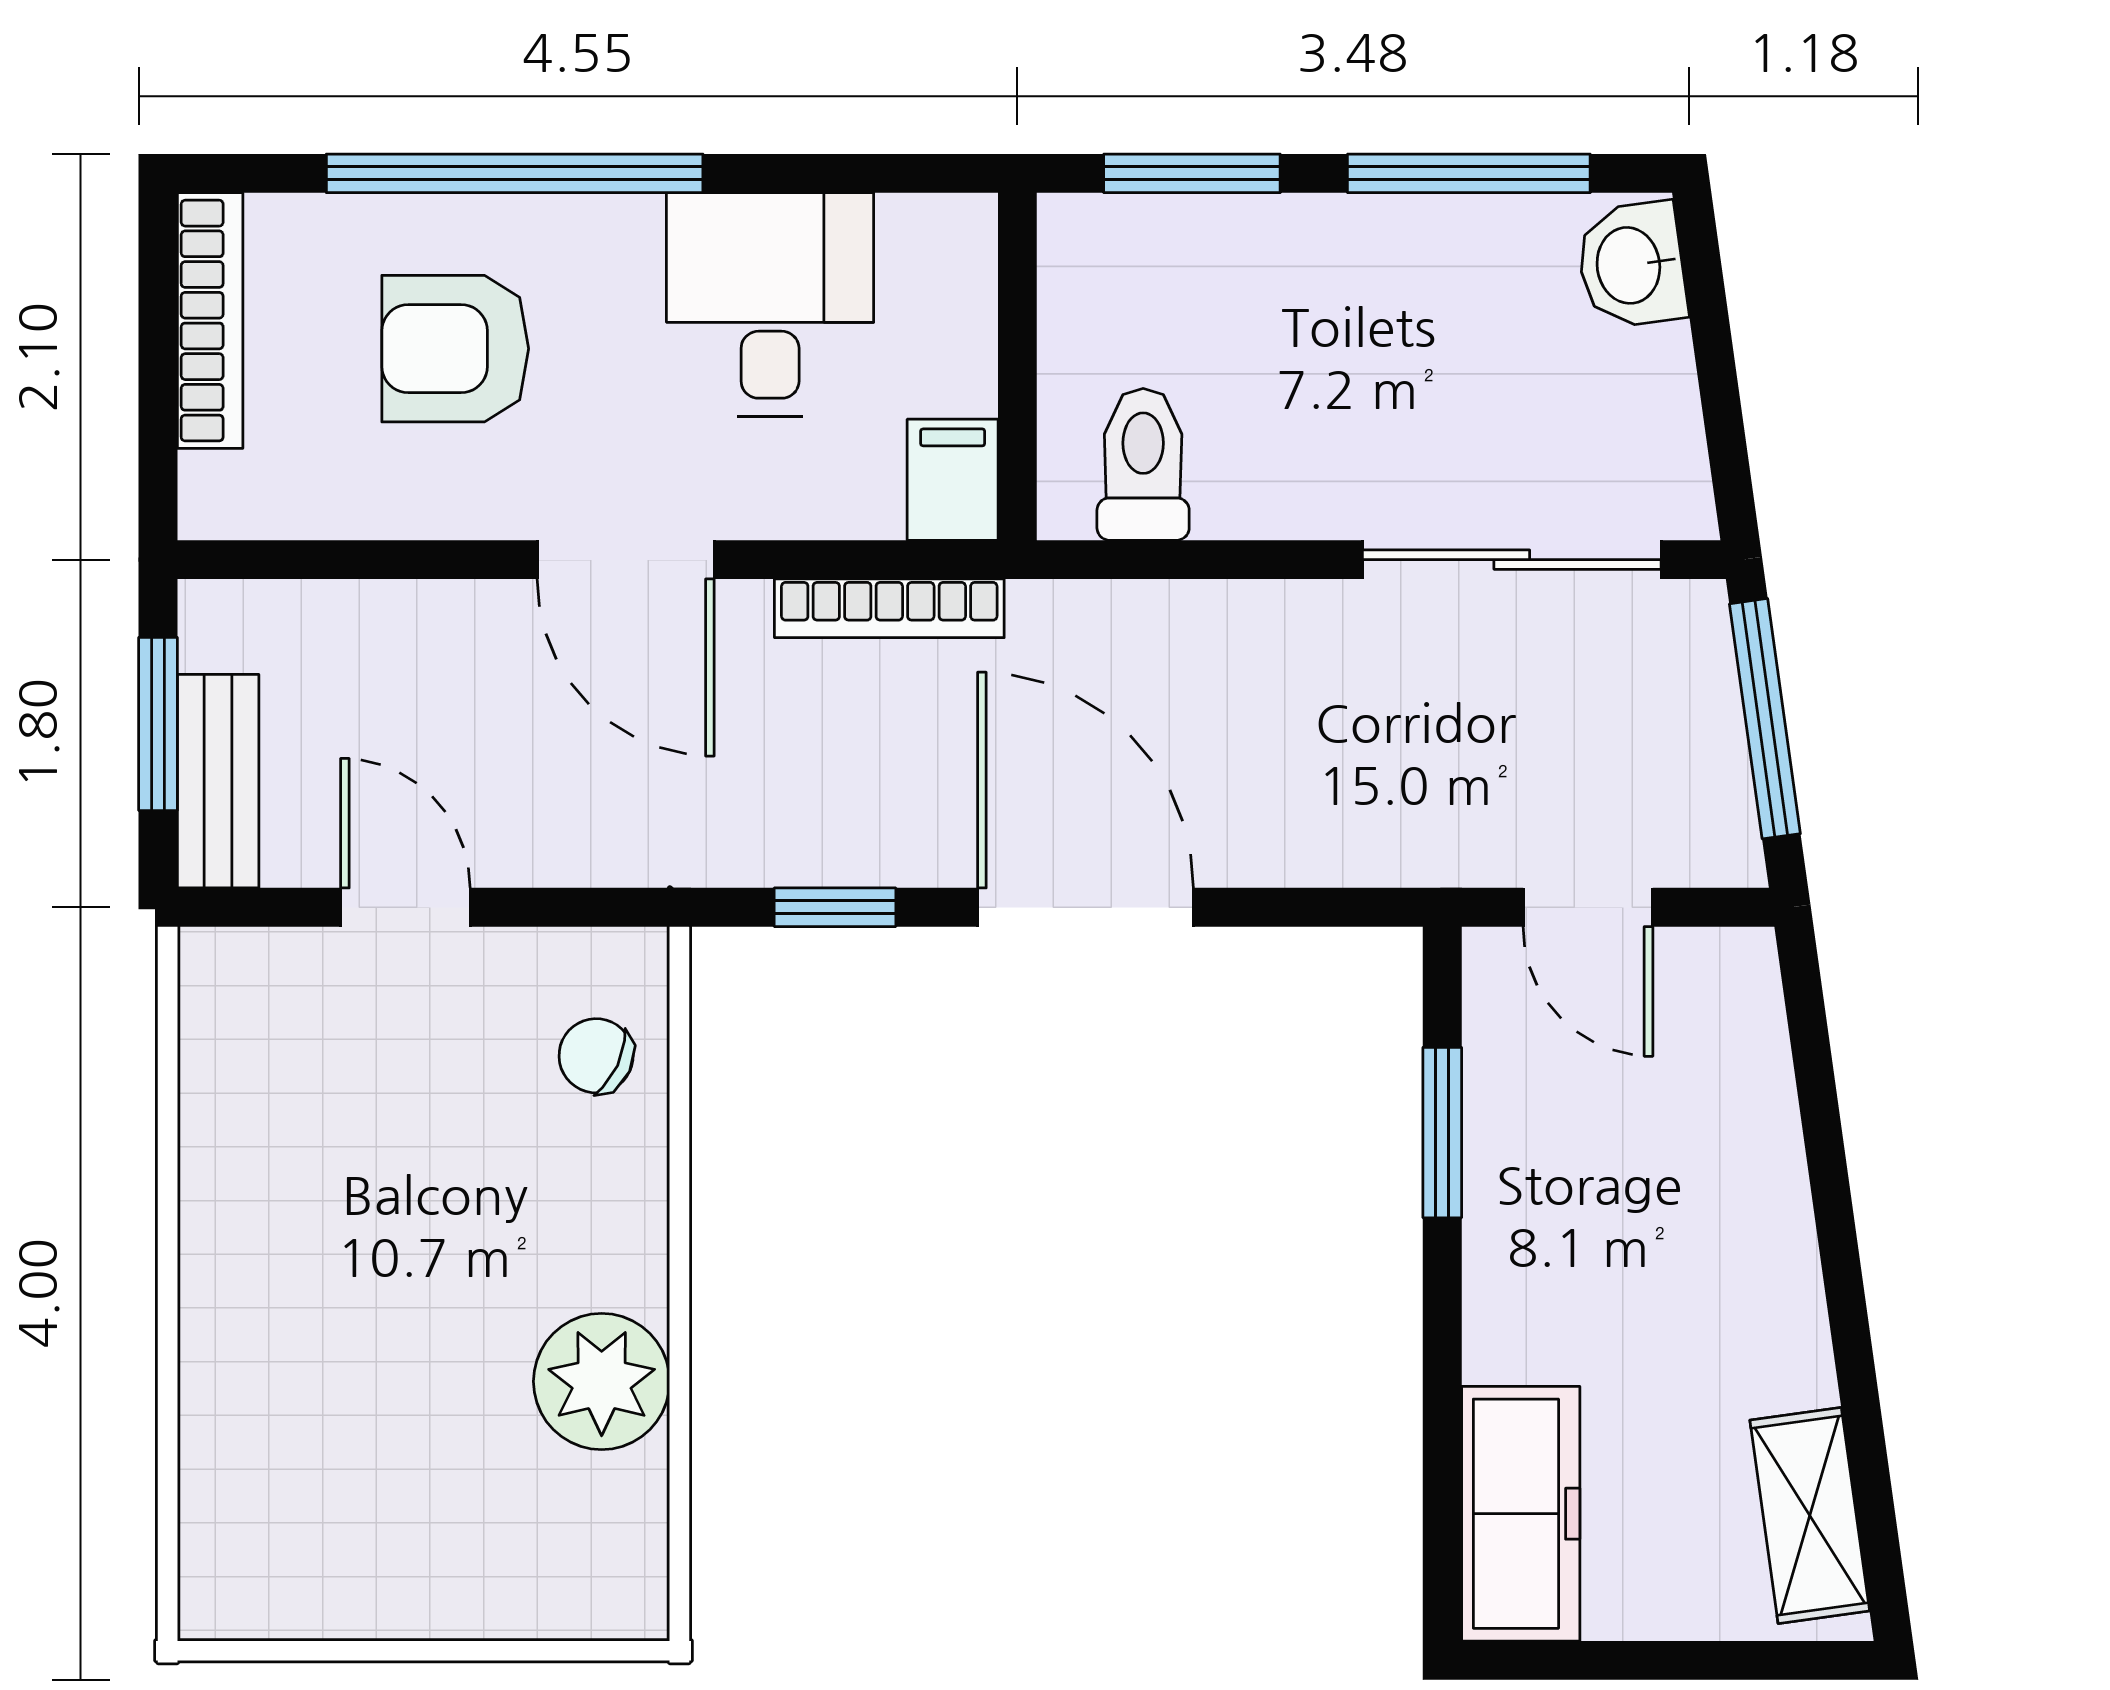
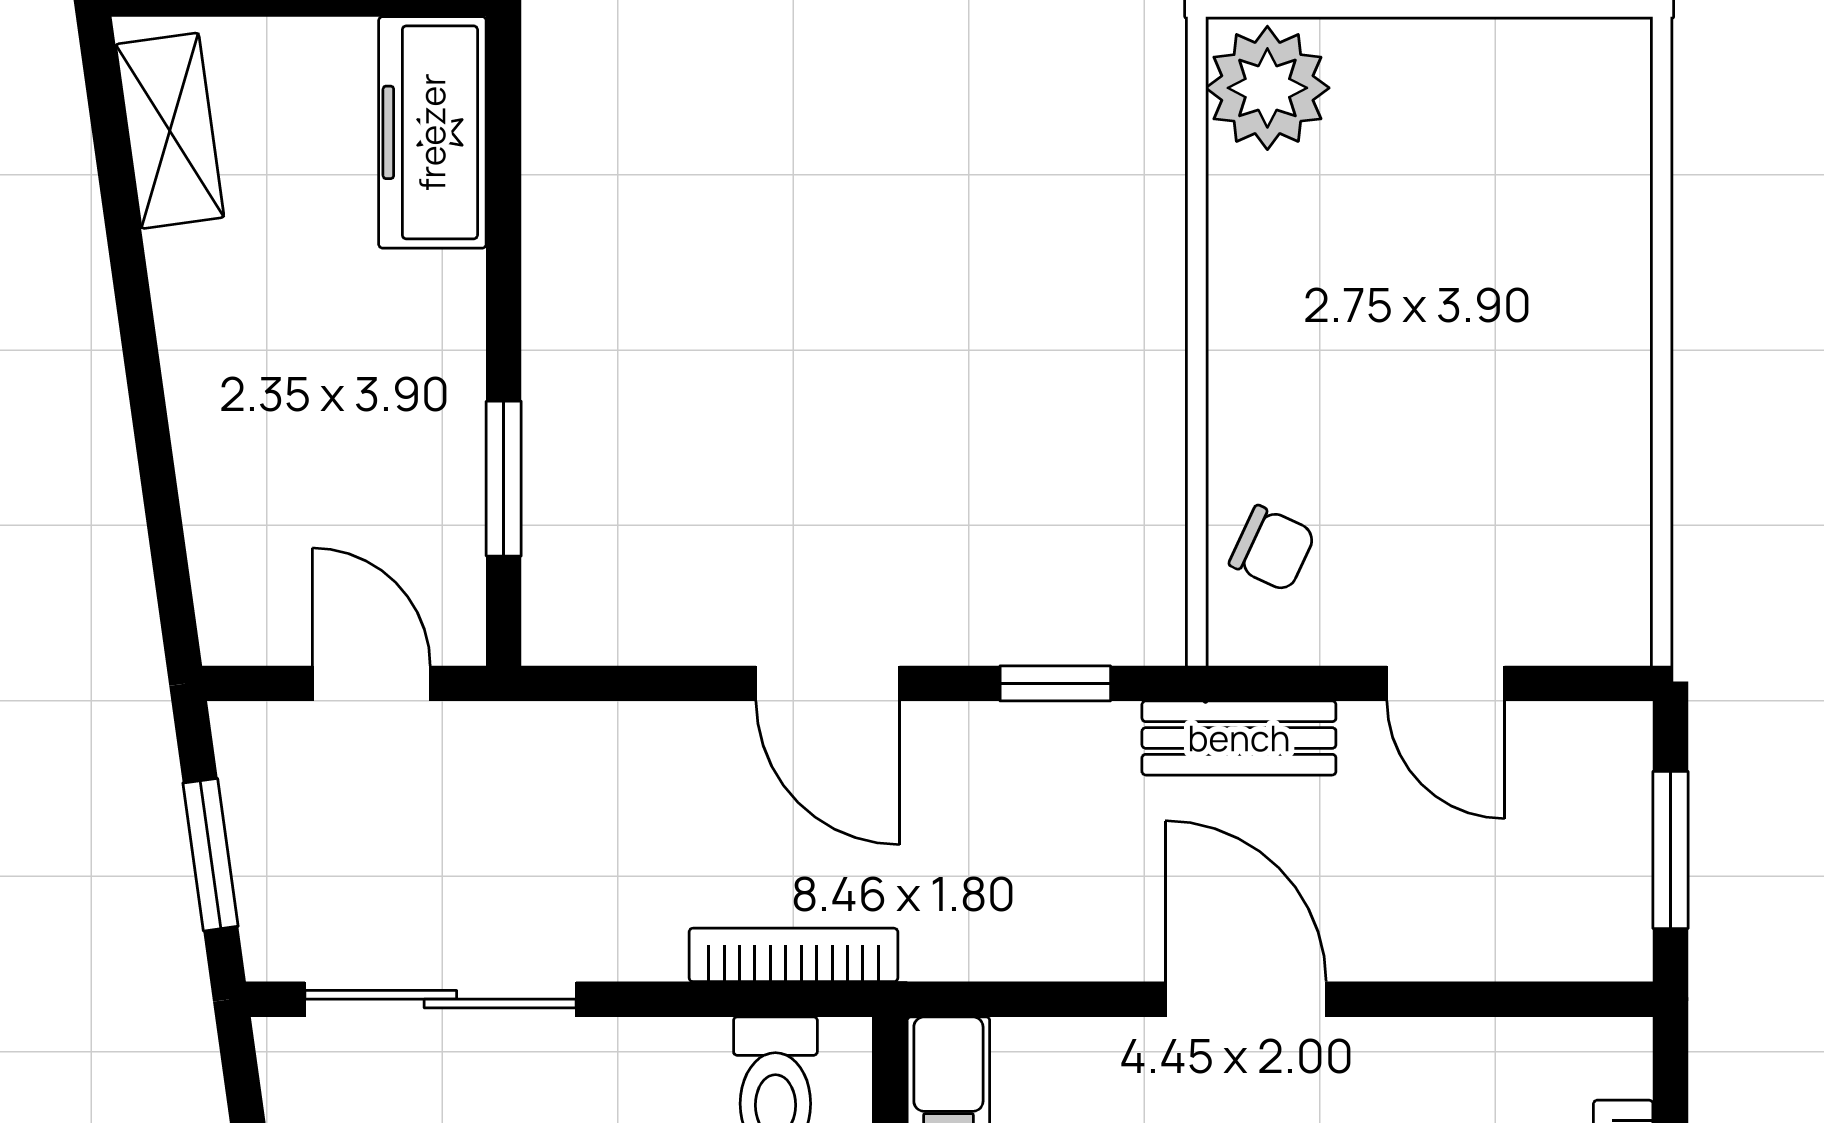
bookcase: (889, 608) -> (793, 955), moved
window: (1765, 719) -> (210, 855), width x0.69
bench: (218, 781) -> (1239, 738), moved, turned 90
door: (1085, 907) -> (828, 683), width x0.73
plant: (602, 1381) -> (1267, 88), moved

